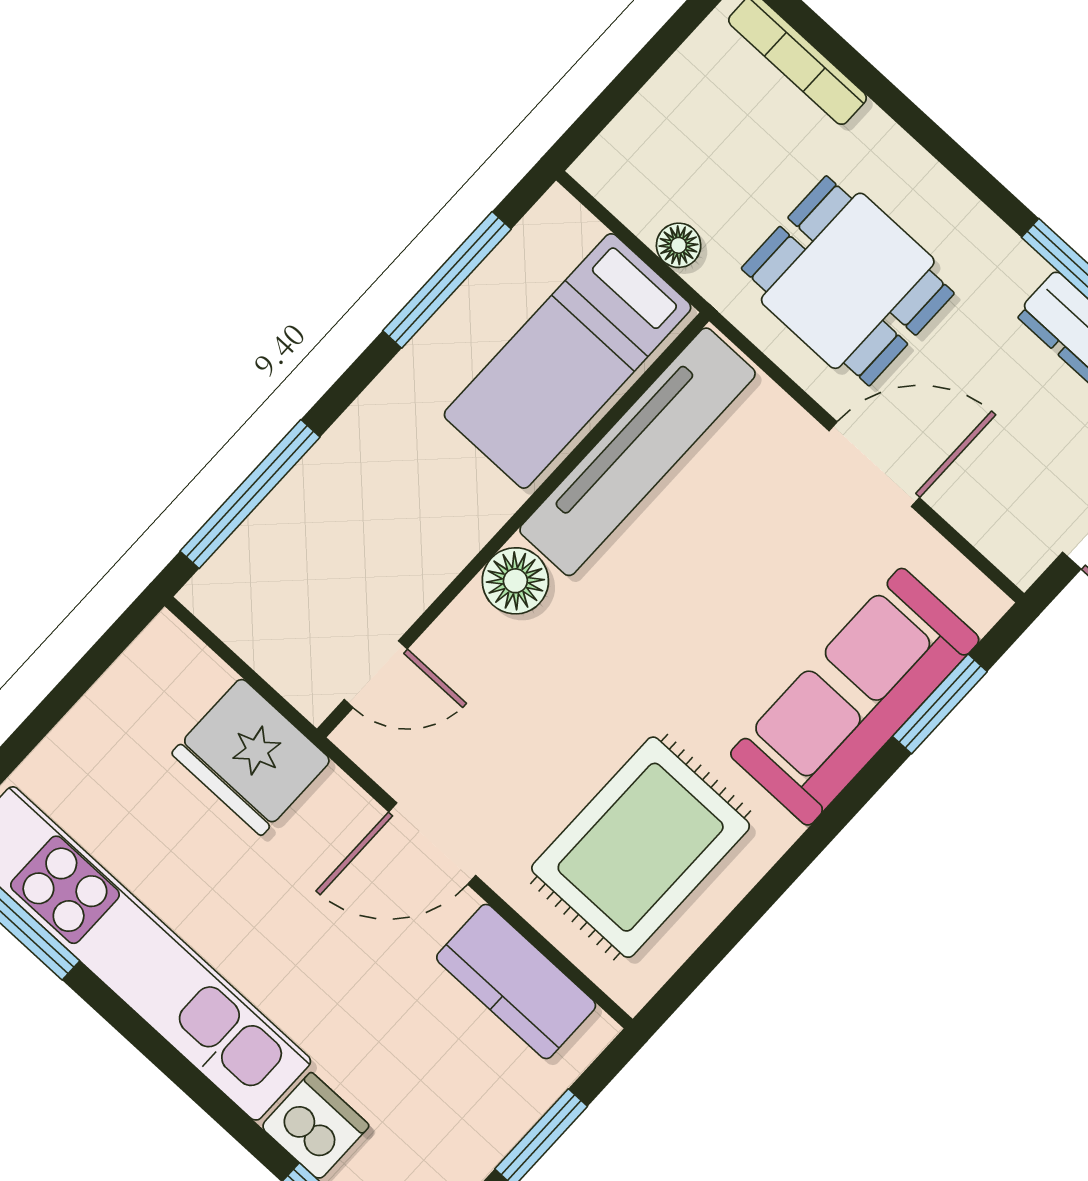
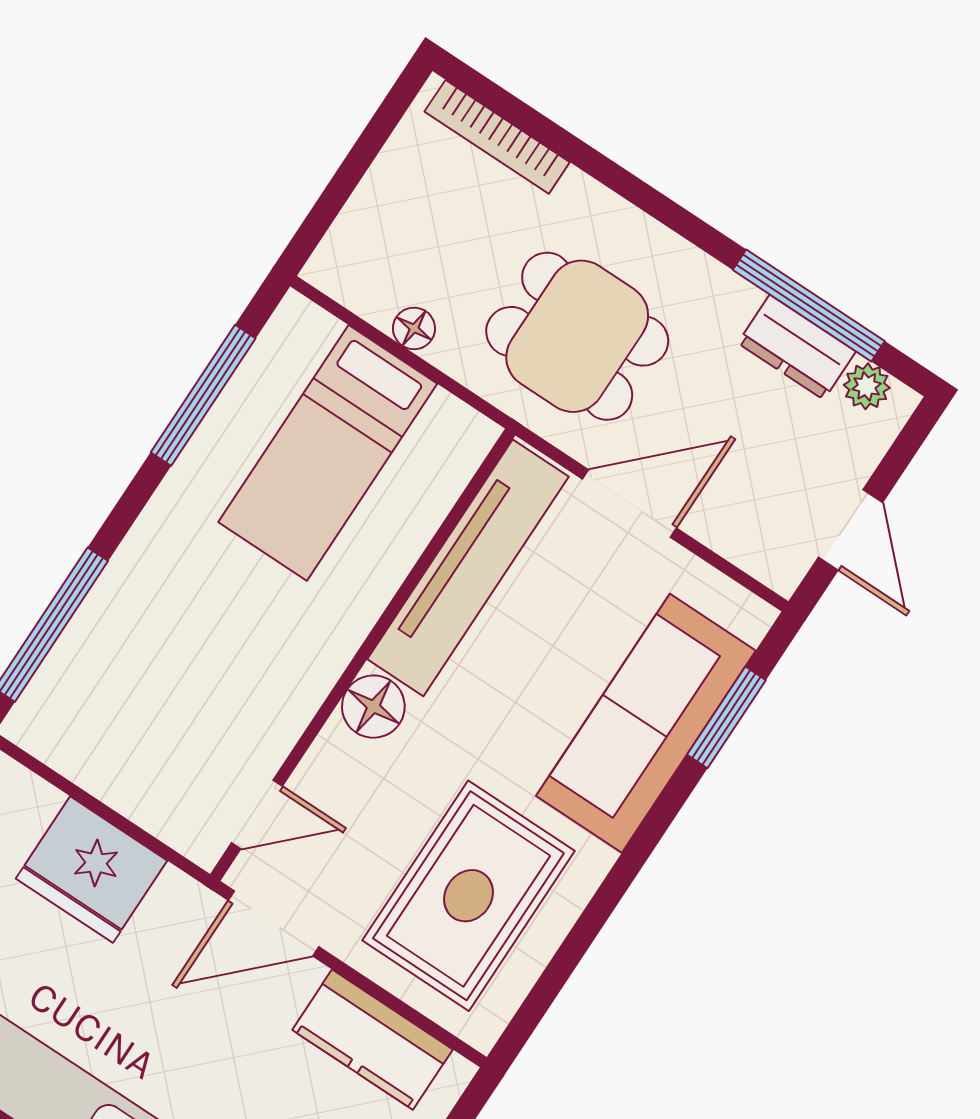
tv unit: (638, 452) -> (468, 568), moved
wall: (513, 525) -> (363, 655), moved
floor lamp: (515, 581) -> (373, 707), moved
door: (376, 674) -> (257, 815), moved

